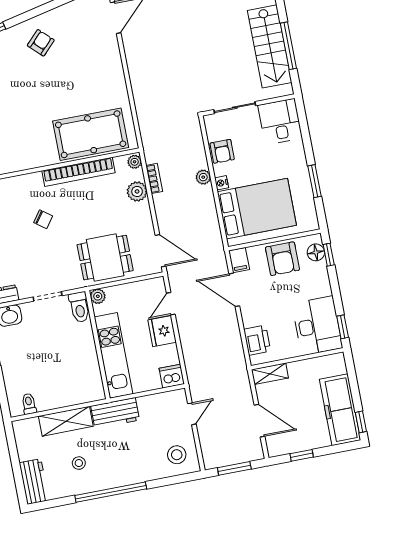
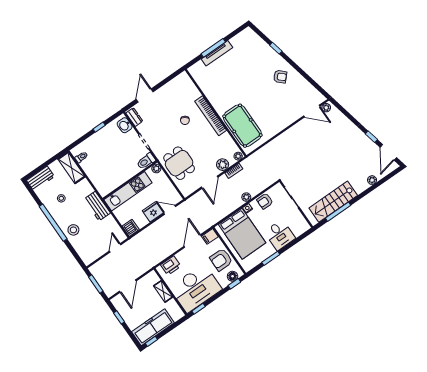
desk: (280, 122) -> (280, 235), moved, turned 90
bookcase: (78, 172) -> (211, 116), moved
door: (160, 251) -> (210, 182), moved
desk: (317, 326) -> (196, 288), width x1.36, depth x1.30
shelving: (270, 374) -> (163, 291), moved
door: (192, 414) -> (115, 248), swing flipped
shelving: (66, 421) -> (71, 168), moved
stool: (177, 455) -> (73, 230), moved

